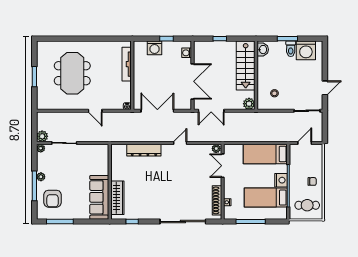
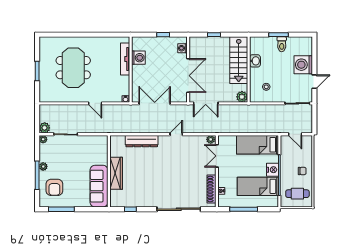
washing machine: (155, 48) -> (138, 58), moved, turned -90
washbasin: (263, 50) -> (255, 61), moved
washing machine: (306, 50) -> (303, 65), moved, turned 90
door: (305, 143) -> (295, 134), swing flipped
wardrobe: (117, 198) -> (116, 173), moved

